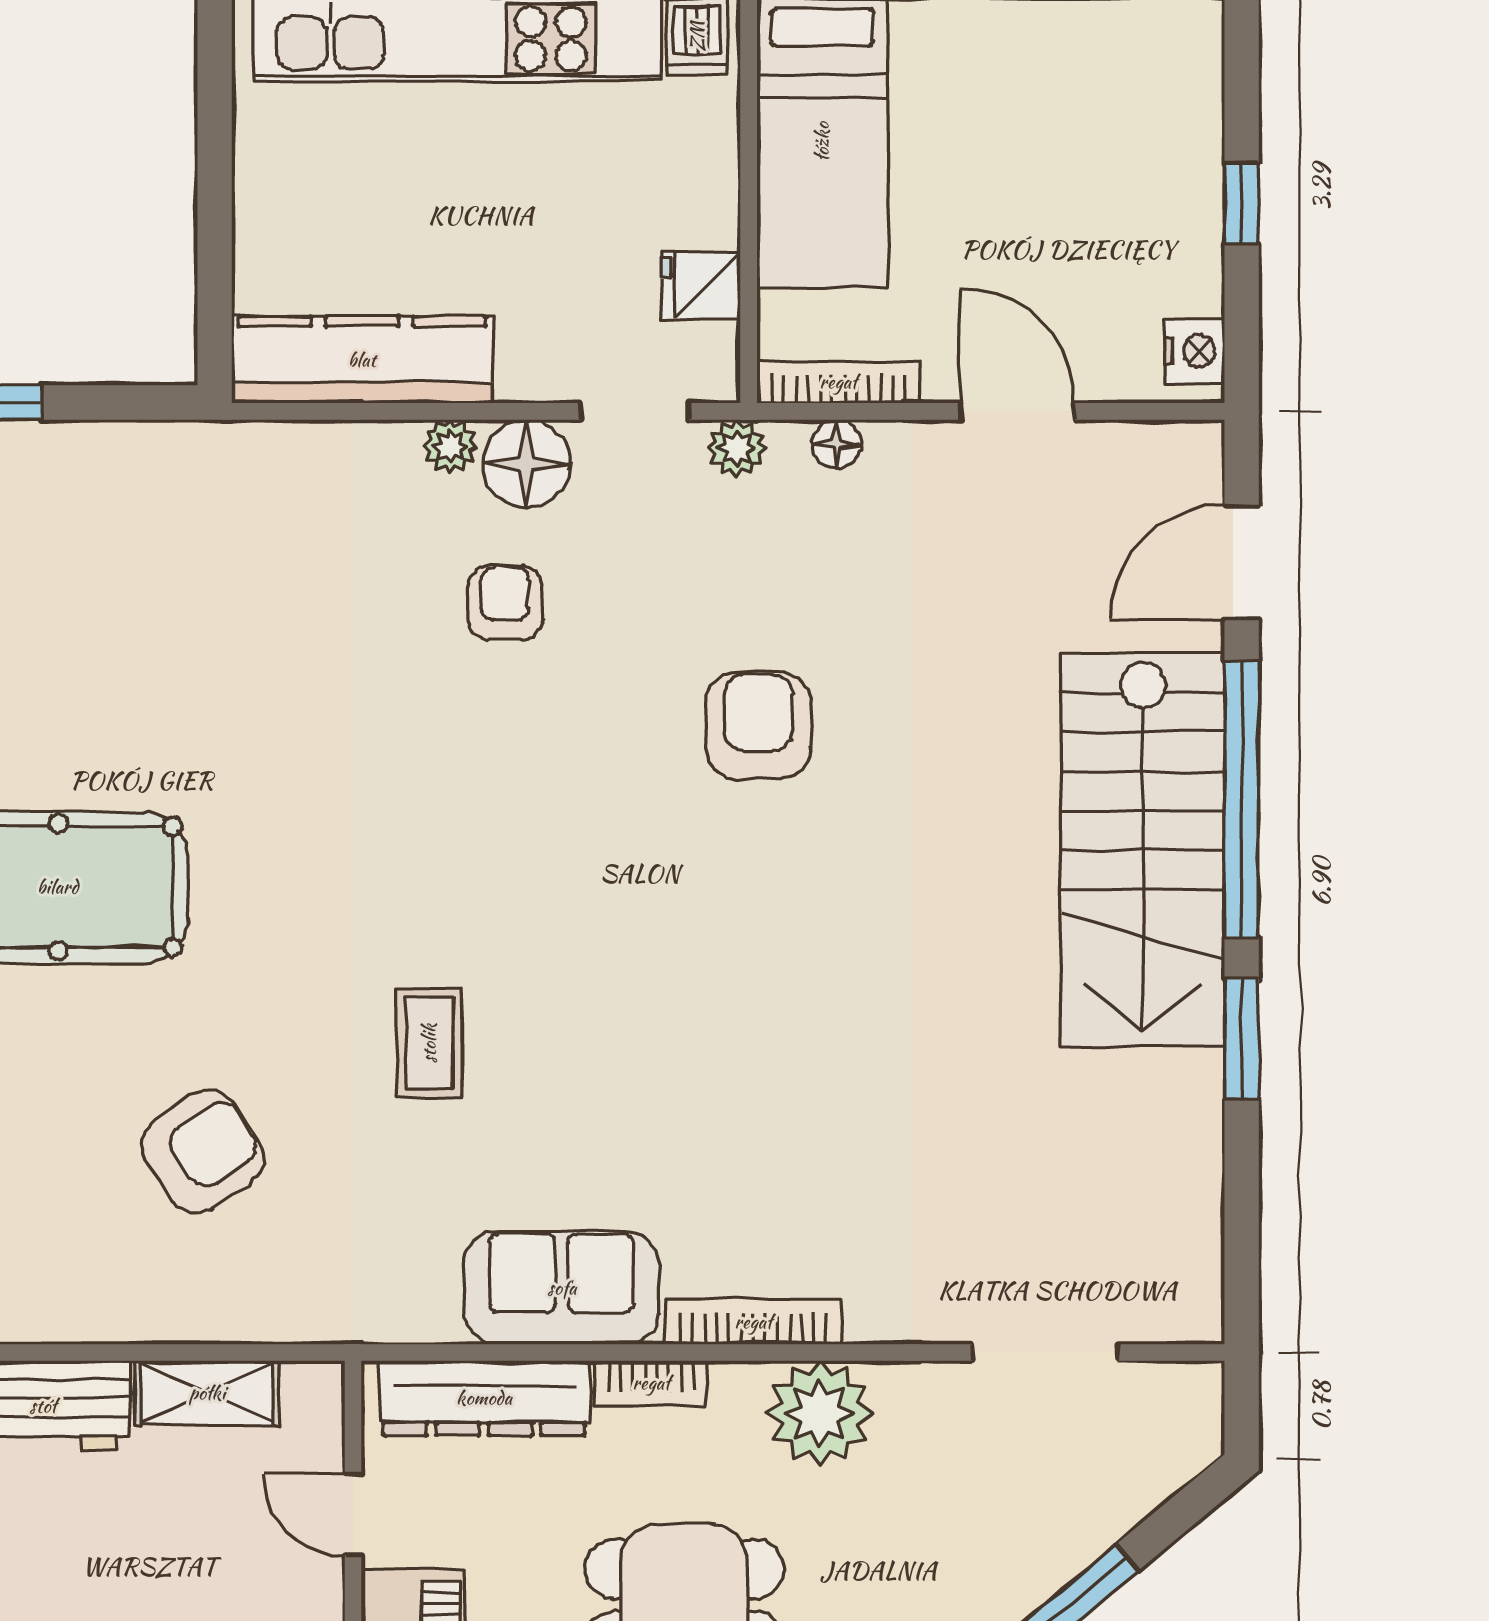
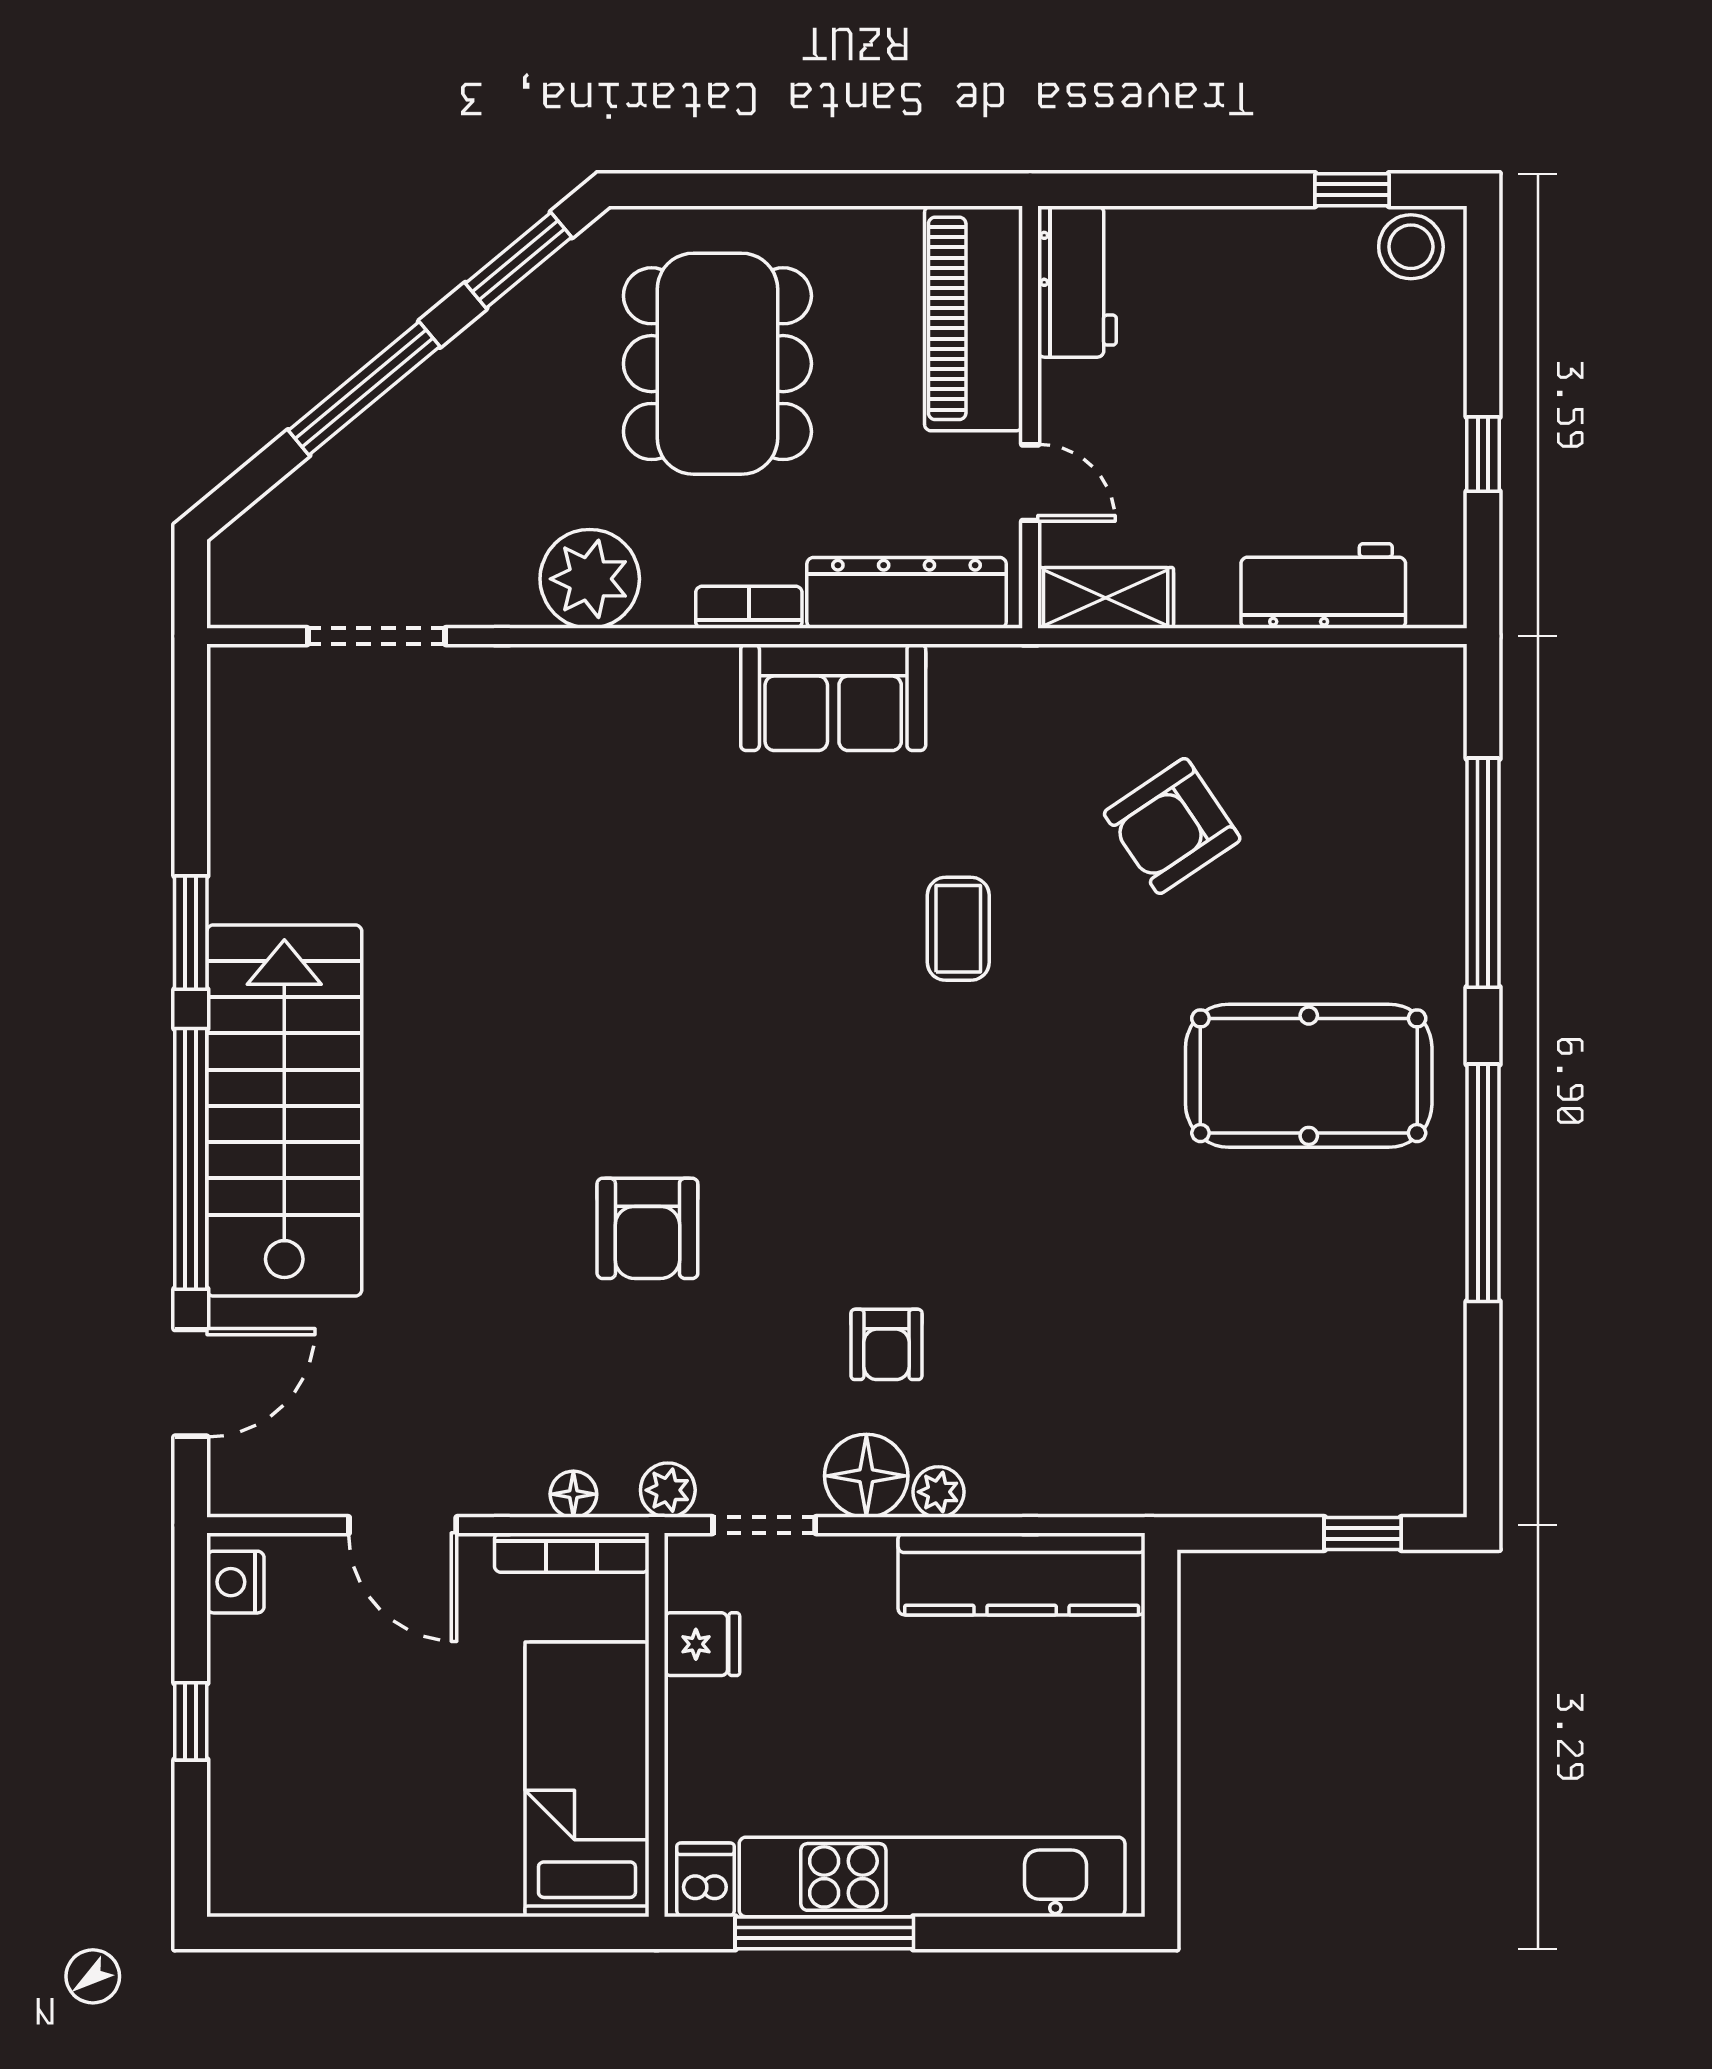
bookcase: (753, 1322) -> (652, 665), removed
shelving: (207, 1393) -> (1106, 598), moved

